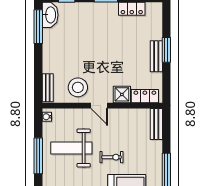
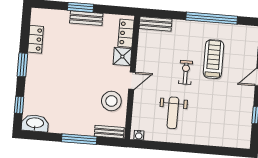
window: (38, 27) -> (79, 139), moved
weight bench: (71, 148) -> (173, 113), width x0.73, depth x0.75
window: (38, 156) -> (178, 147), removed

